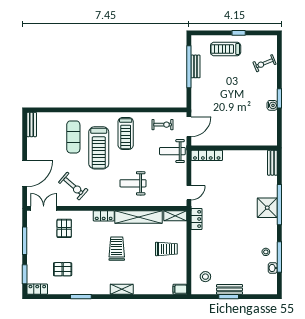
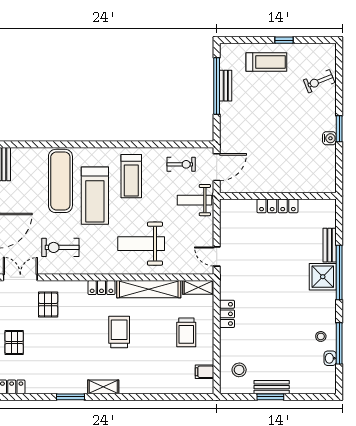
treadmill: (226, 49) -> (266, 62), turned 180
exercise mat: (73, 137) -> (60, 181), width x1.36, depth x1.45
locker: (207, 155) -> (277, 206), moved
bench: (272, 163) -> (330, 245), moved
weight bench: (133, 183) -> (141, 244), width x1.36, depth x1.33
exercise bike: (73, 186) -> (60, 247), turned 139
door: (189, 193) -> (217, 256), swing flipped
locker: (196, 219) -> (227, 314), moved
trolley: (166, 249) -> (186, 332), turned 90
pallet: (63, 269) -> (14, 342), moved, turned 90
shelving: (122, 289) -> (103, 387), moved
filing cabinet: (180, 289) -> (205, 372), moved

